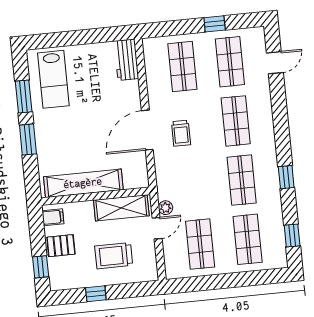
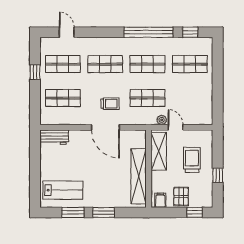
window: (286, 177) -> (149, 32), width x3.17
shop shelf: (200, 244) -> (147, 98), moved
trolley: (114, 256) -> (192, 160), turned 180

